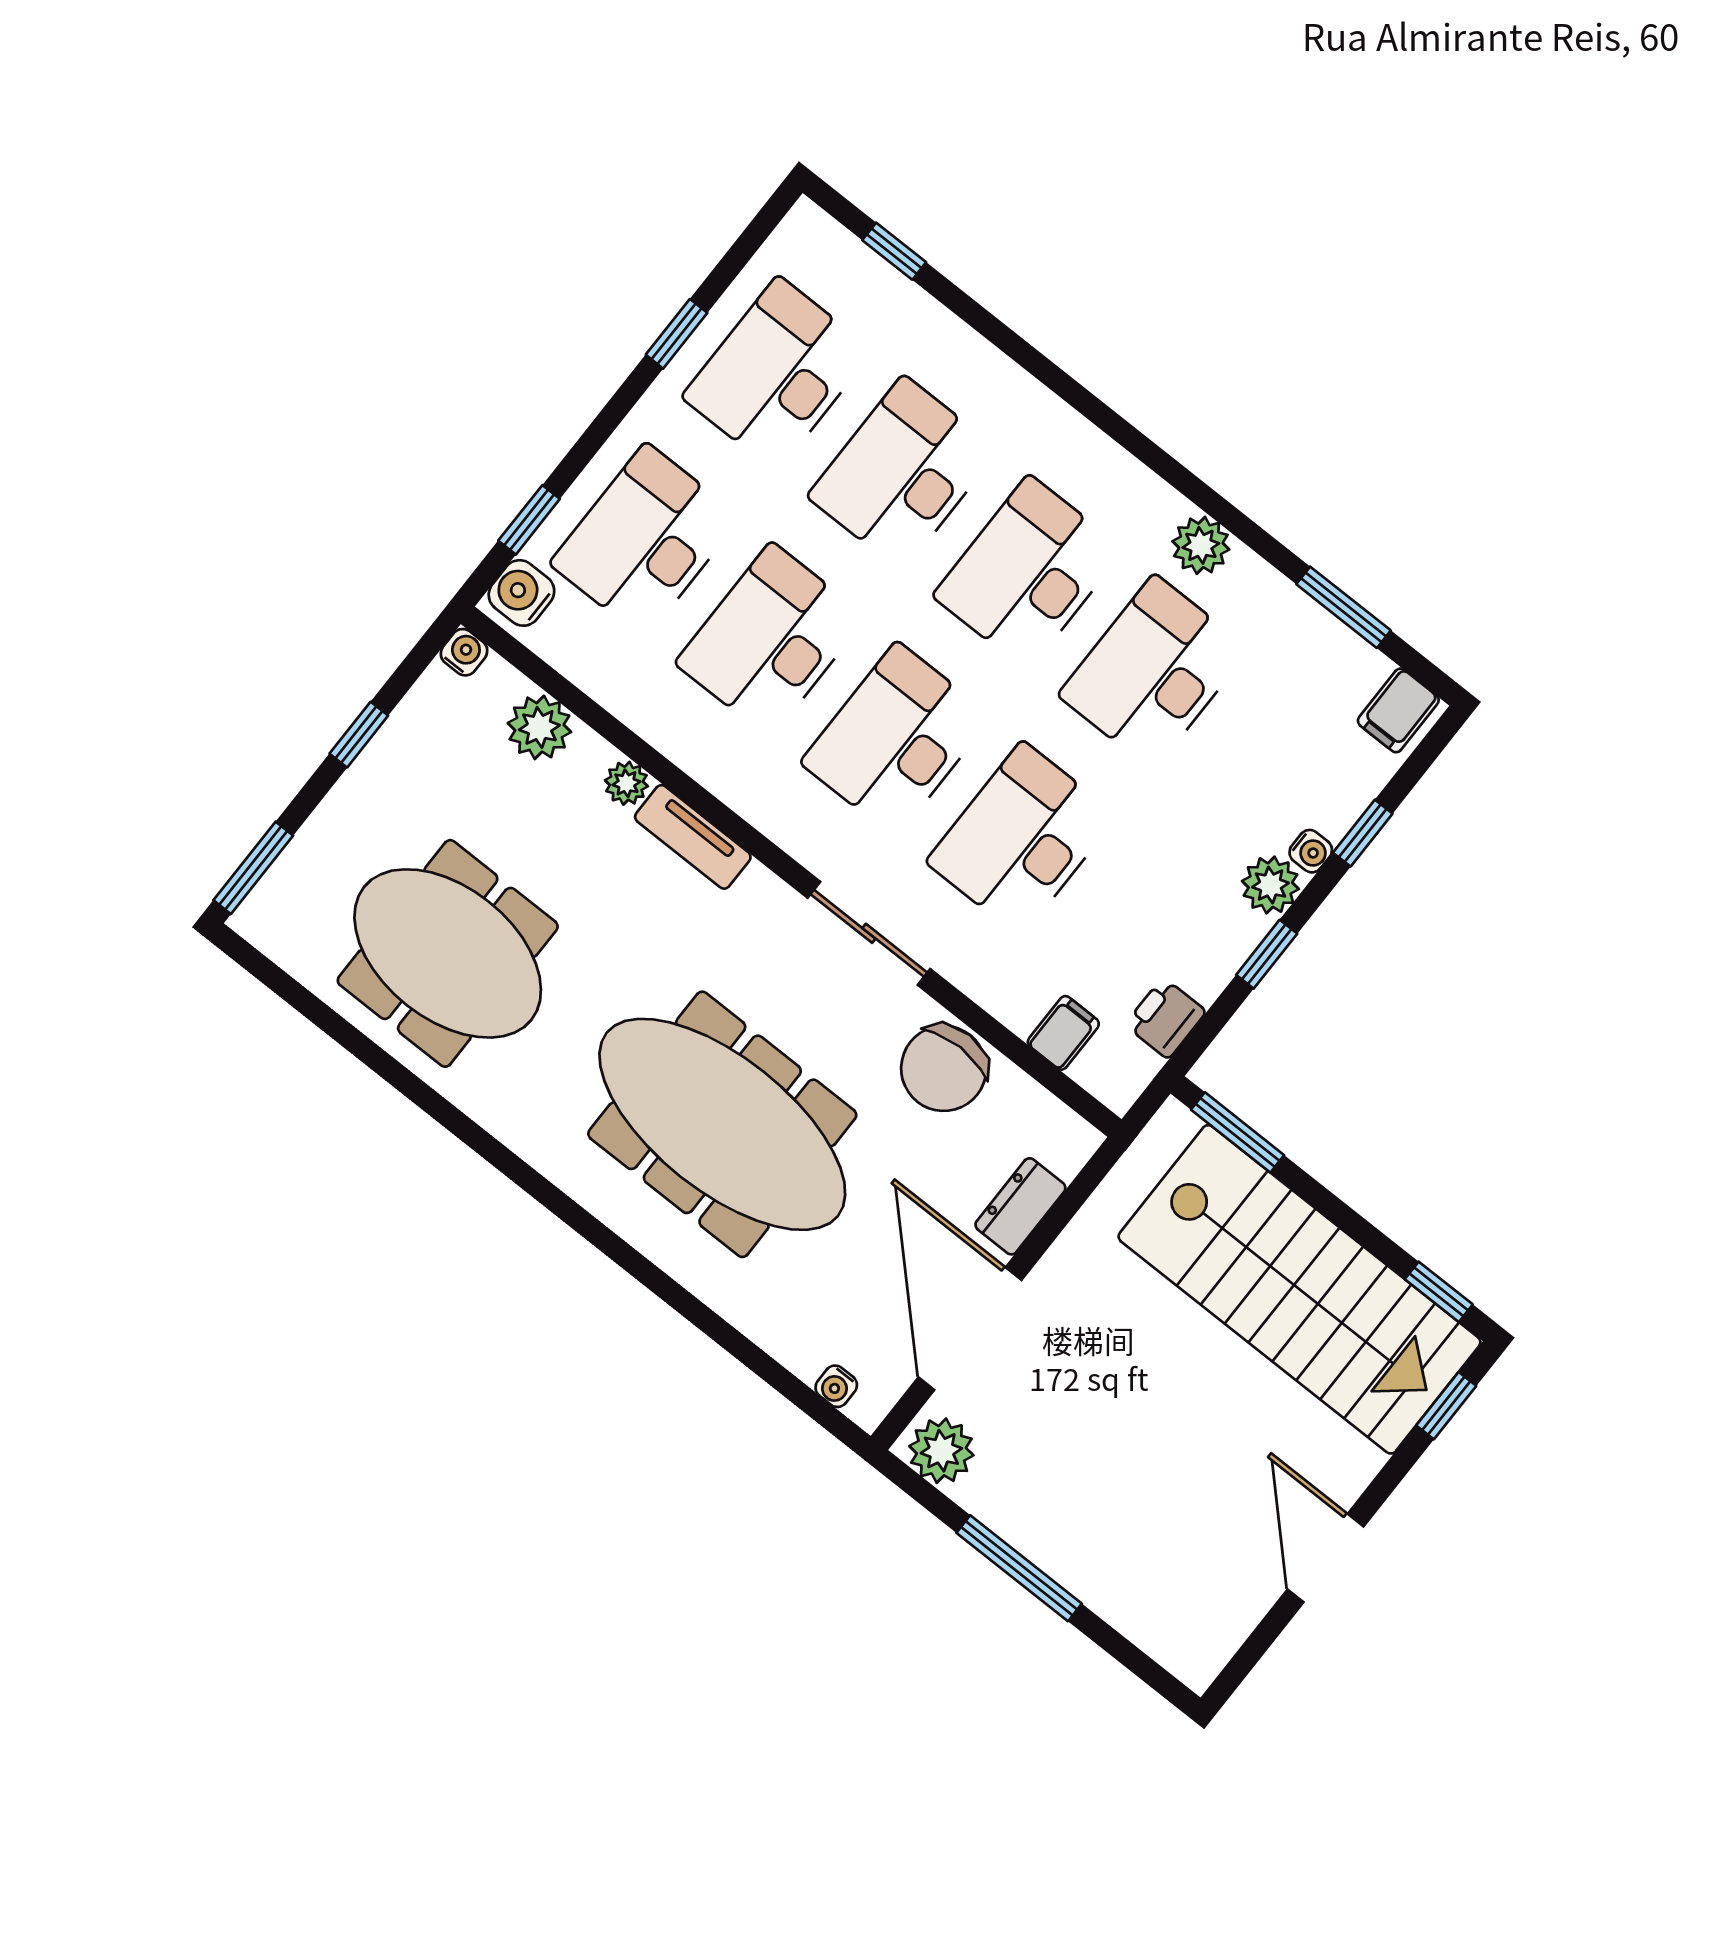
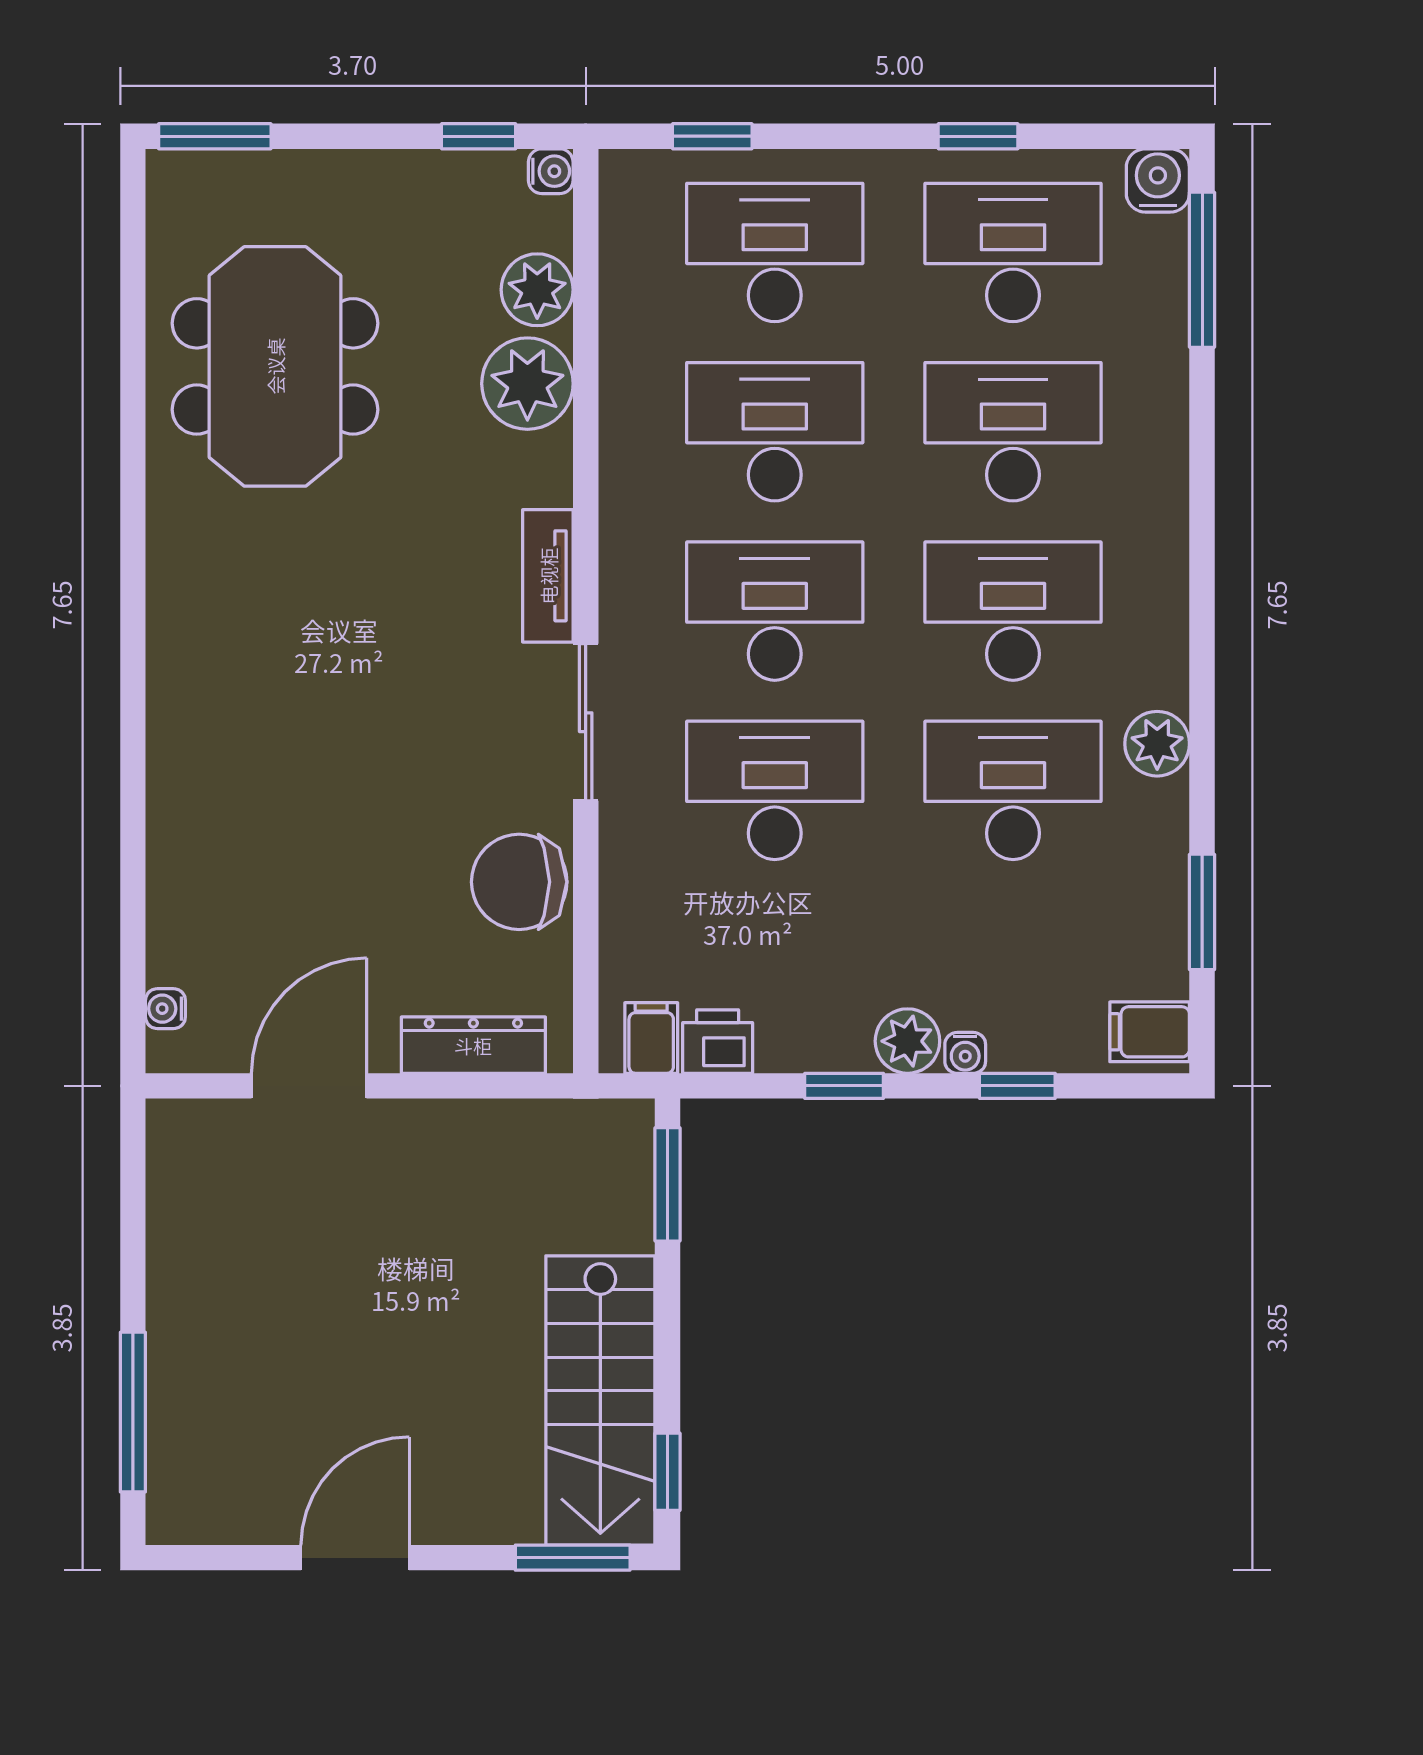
window: (894, 251) -> (1202, 270), width x2.17
water cooler: (521, 593) -> (1158, 180), moved
window: (359, 735) -> (479, 136), moved
plant: (626, 783) -> (527, 384), width x1.88, depth x1.88
tv unit: (693, 837) -> (548, 576), moved
filing cabinet: (1063, 1033) -> (651, 1038), moved, turned -90
meeting table: (722, 1124) -> (316, 726), removed
dresser: (1020, 1206) -> (473, 1045), width x1.44
stairs: (1299, 1289) -> (600, 1400), width x0.73, depth x0.66
door: (970, 1329) -> (309, 1086), width x0.73
window: (1446, 1406) -> (573, 1558), width x1.50
plant: (941, 1451) -> (182, 1146), removed
window: (1019, 1568) -> (133, 1412), moved

